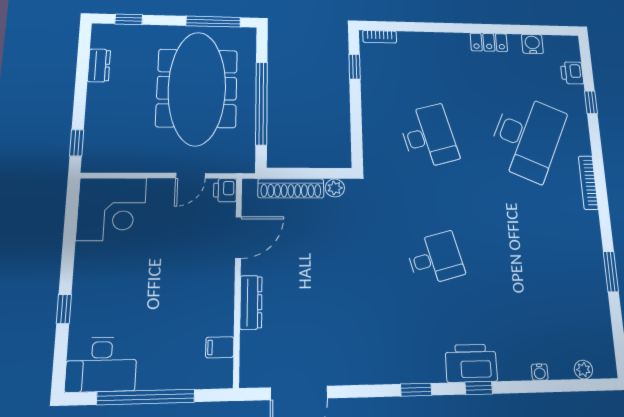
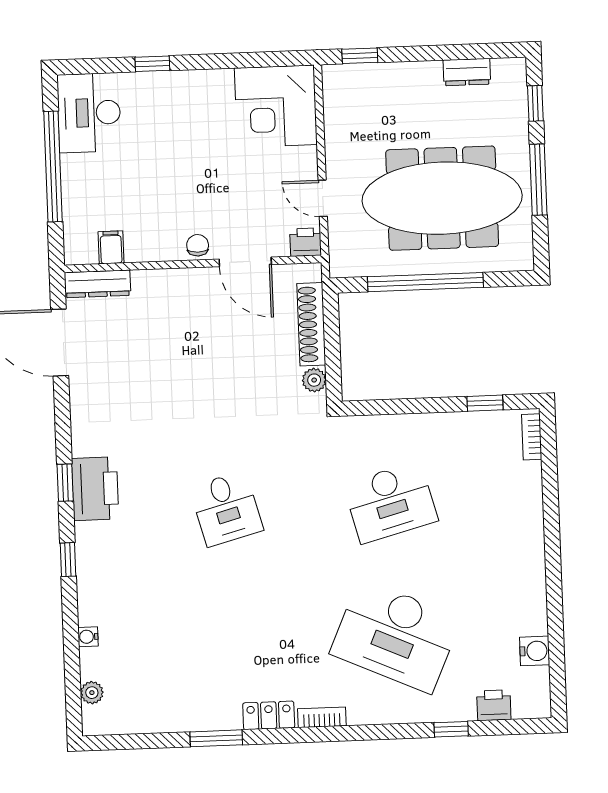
window: (213, 22) -> (538, 180), moved
locker: (489, 42) -> (269, 715), moved, turned 90
bookcase: (588, 183) -> (322, 717), width x0.64
chair: (222, 275) -> (198, 245), added
dresser: (251, 302) -> (97, 284), moved
printer: (471, 363) -> (95, 489), moved

